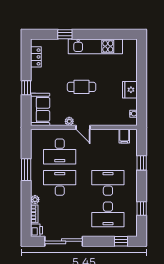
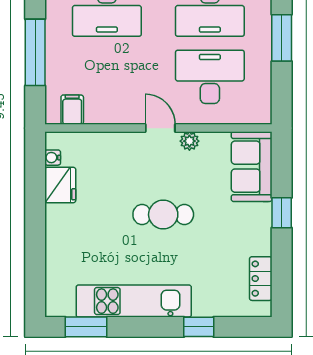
window: (118, 34) -> (86, 327), added
fridge: (130, 90) -> (60, 185), moved
window: (142, 163) -> (35, 52), width x2.17

